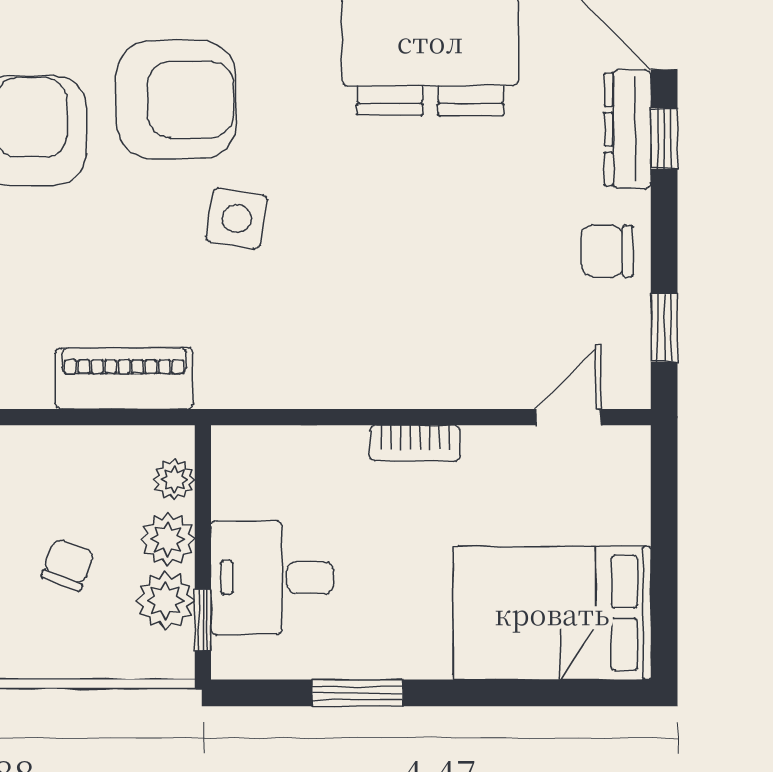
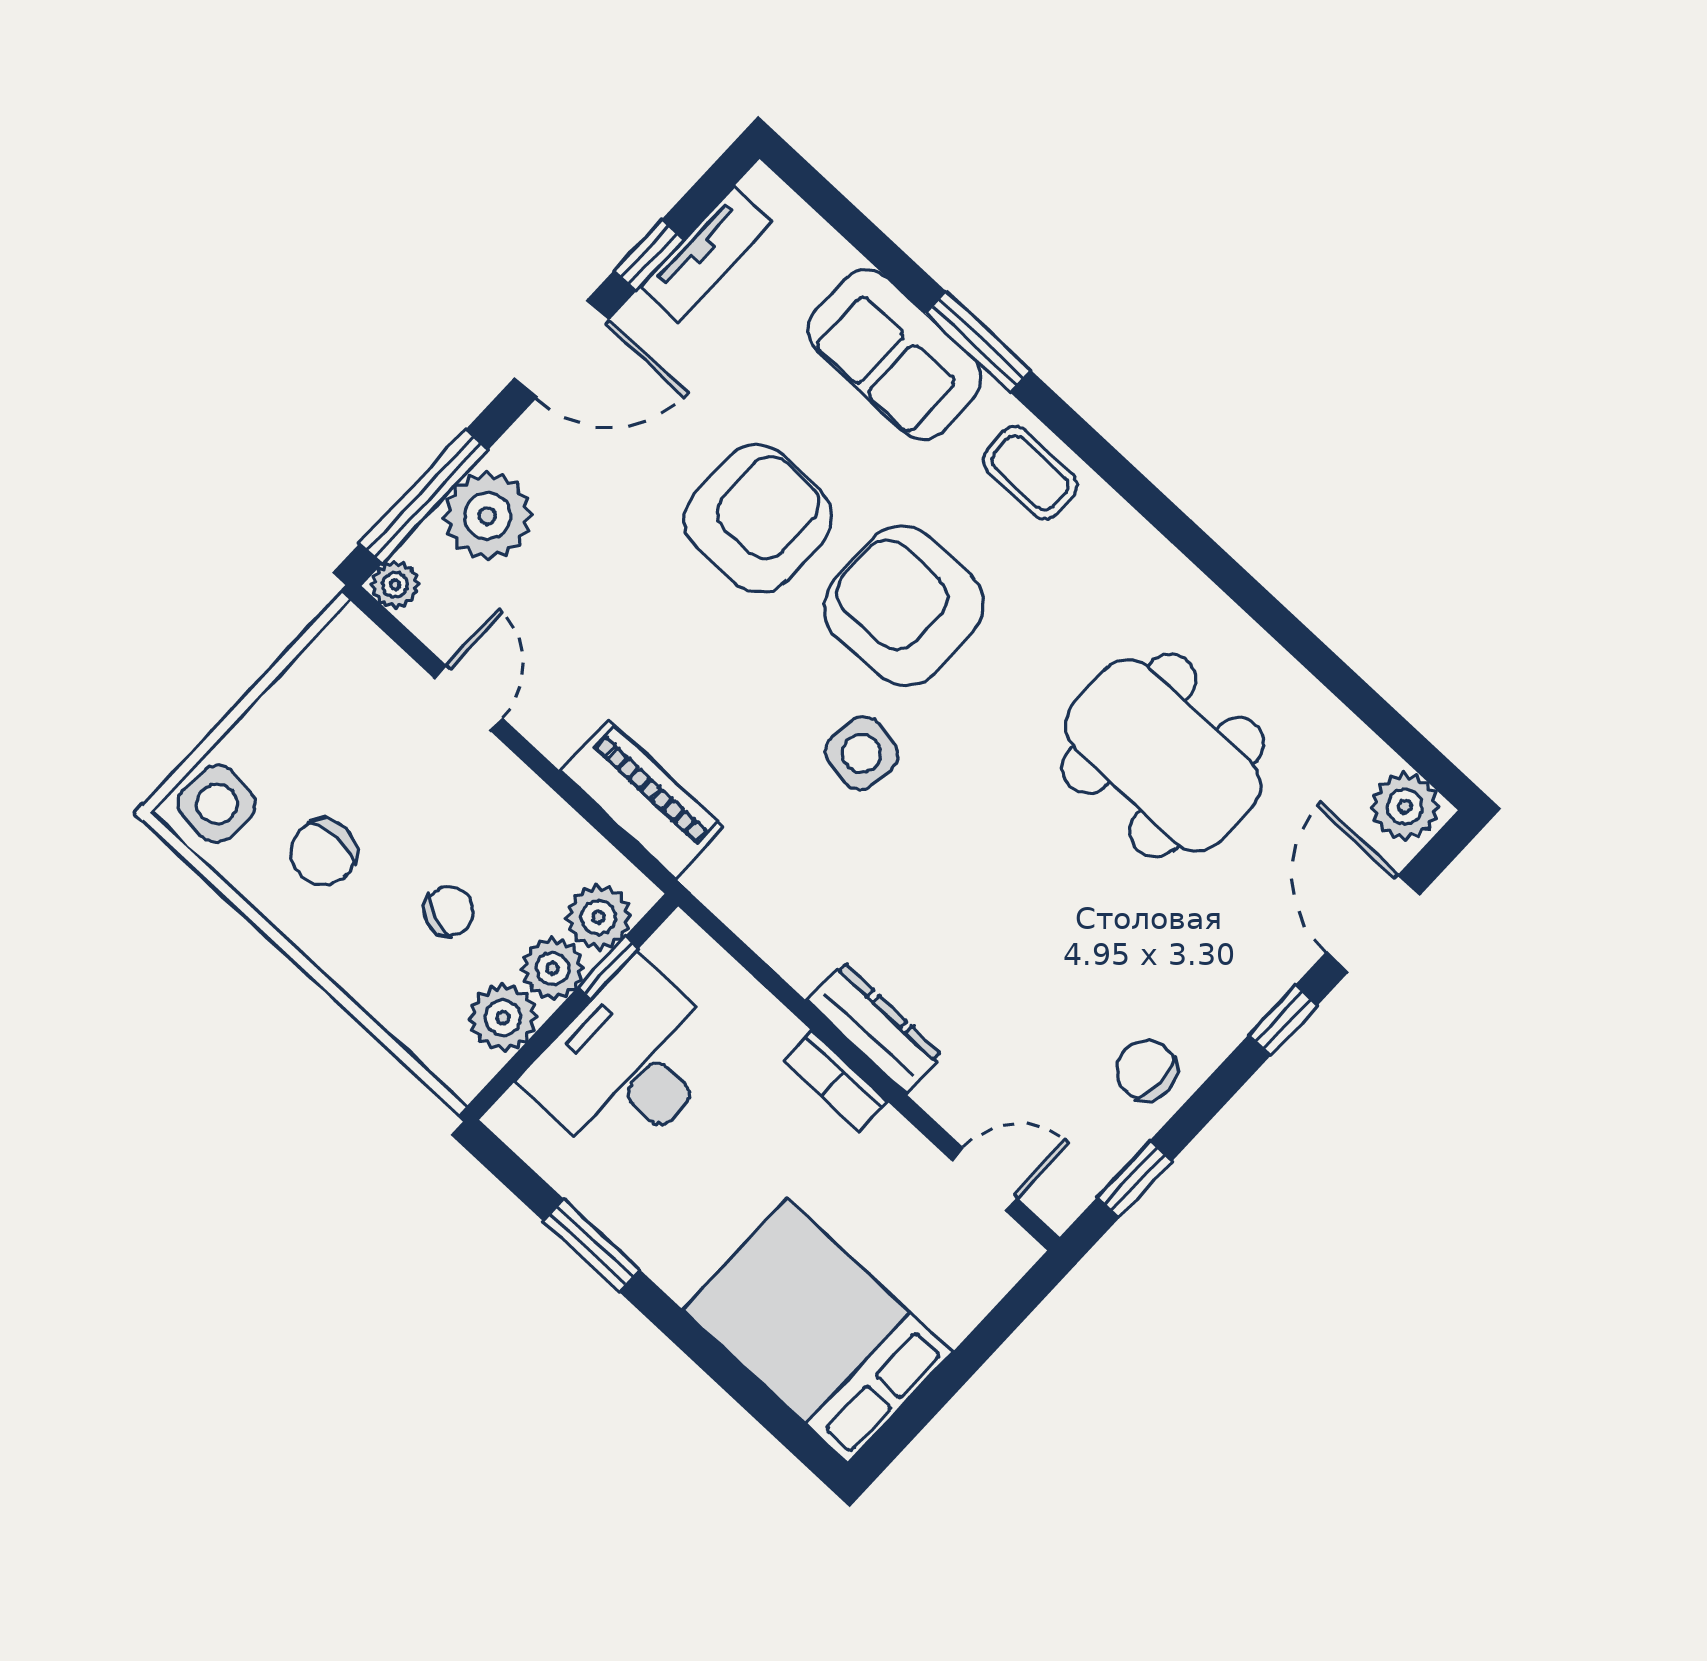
armchair: (176, 100) -> (904, 606), turned 180
dresser: (628, 129) -> (875, 1028), moved, turned 90
plant: (174, 479) -> (598, 917), width x1.38, depth x1.38
desk: (272, 578) -> (627, 1064), width x1.37
window: (203, 620) -> (608, 968), moved

